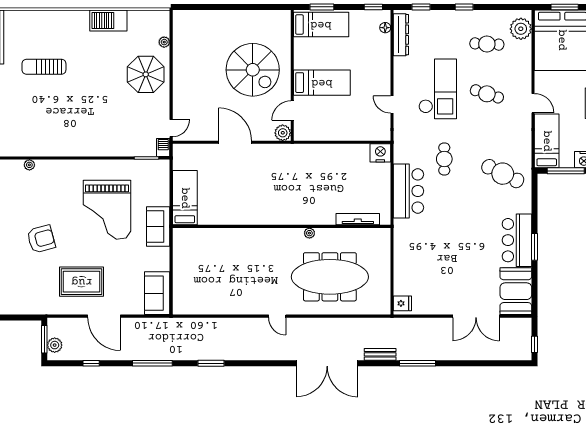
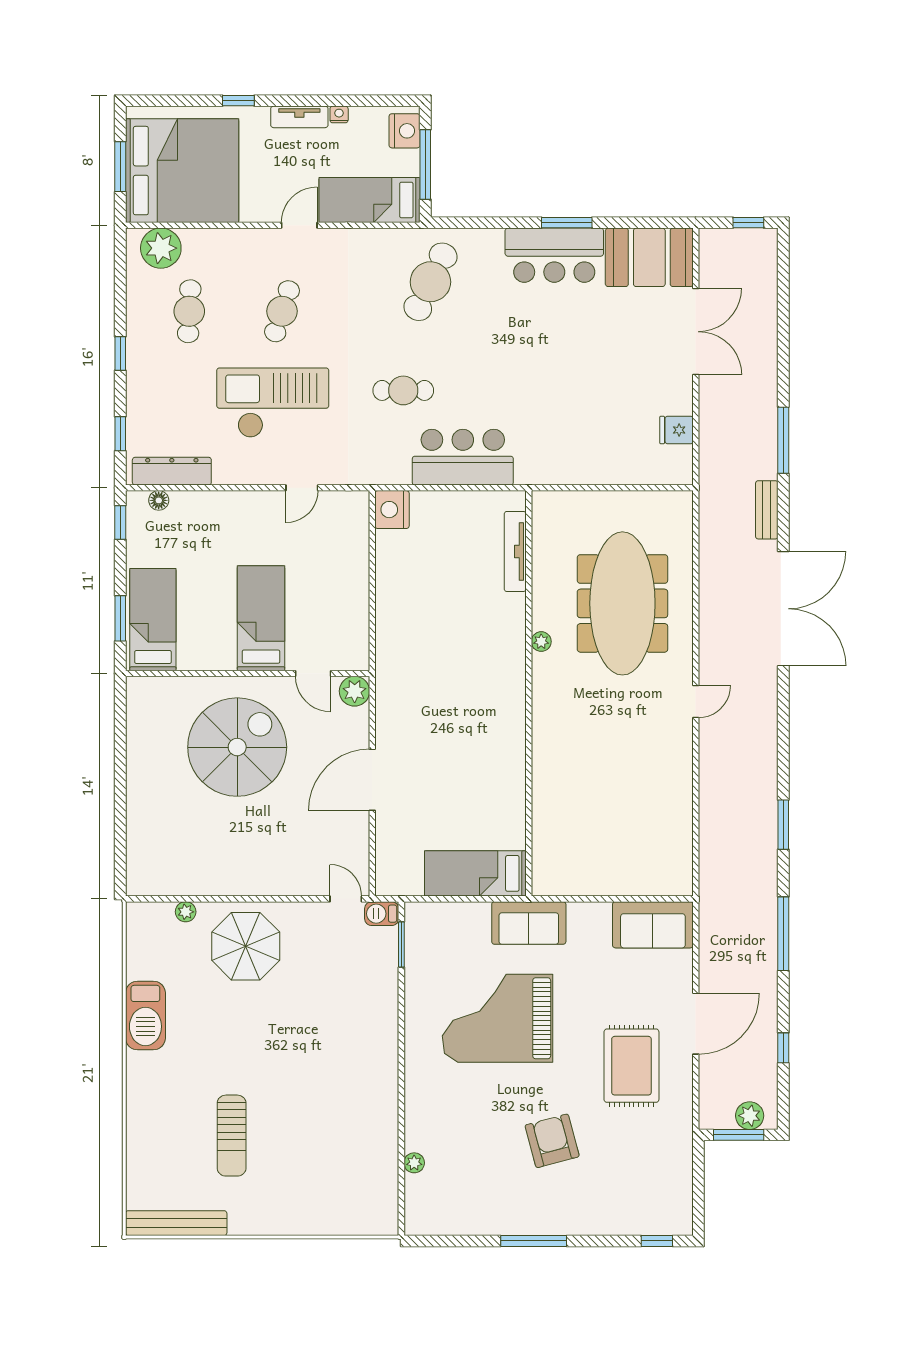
grand piano: (107, 210) -> (498, 1018), turned 180
fridge: (402, 303) -> (676, 430), moved, turned -90

